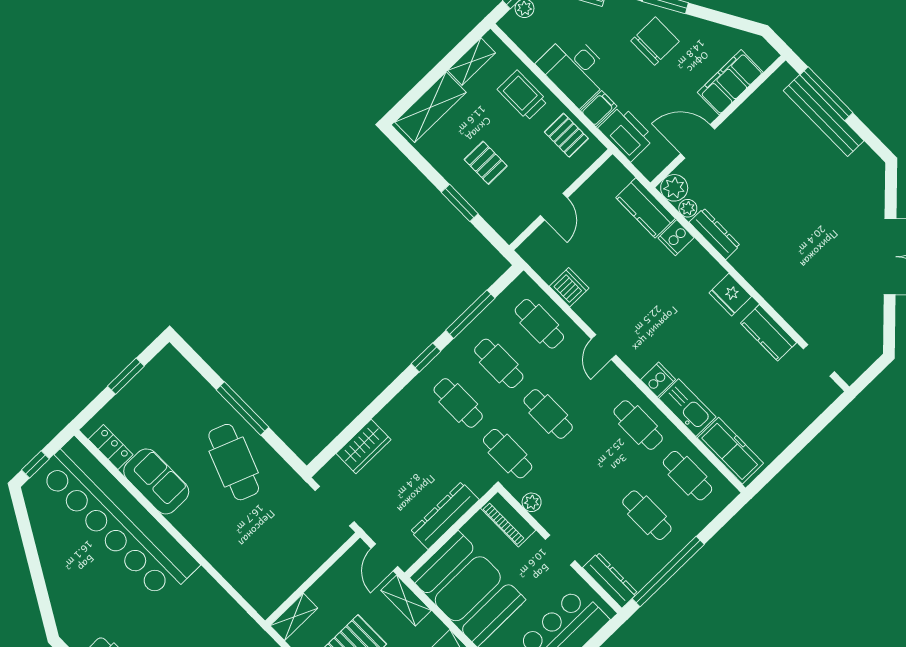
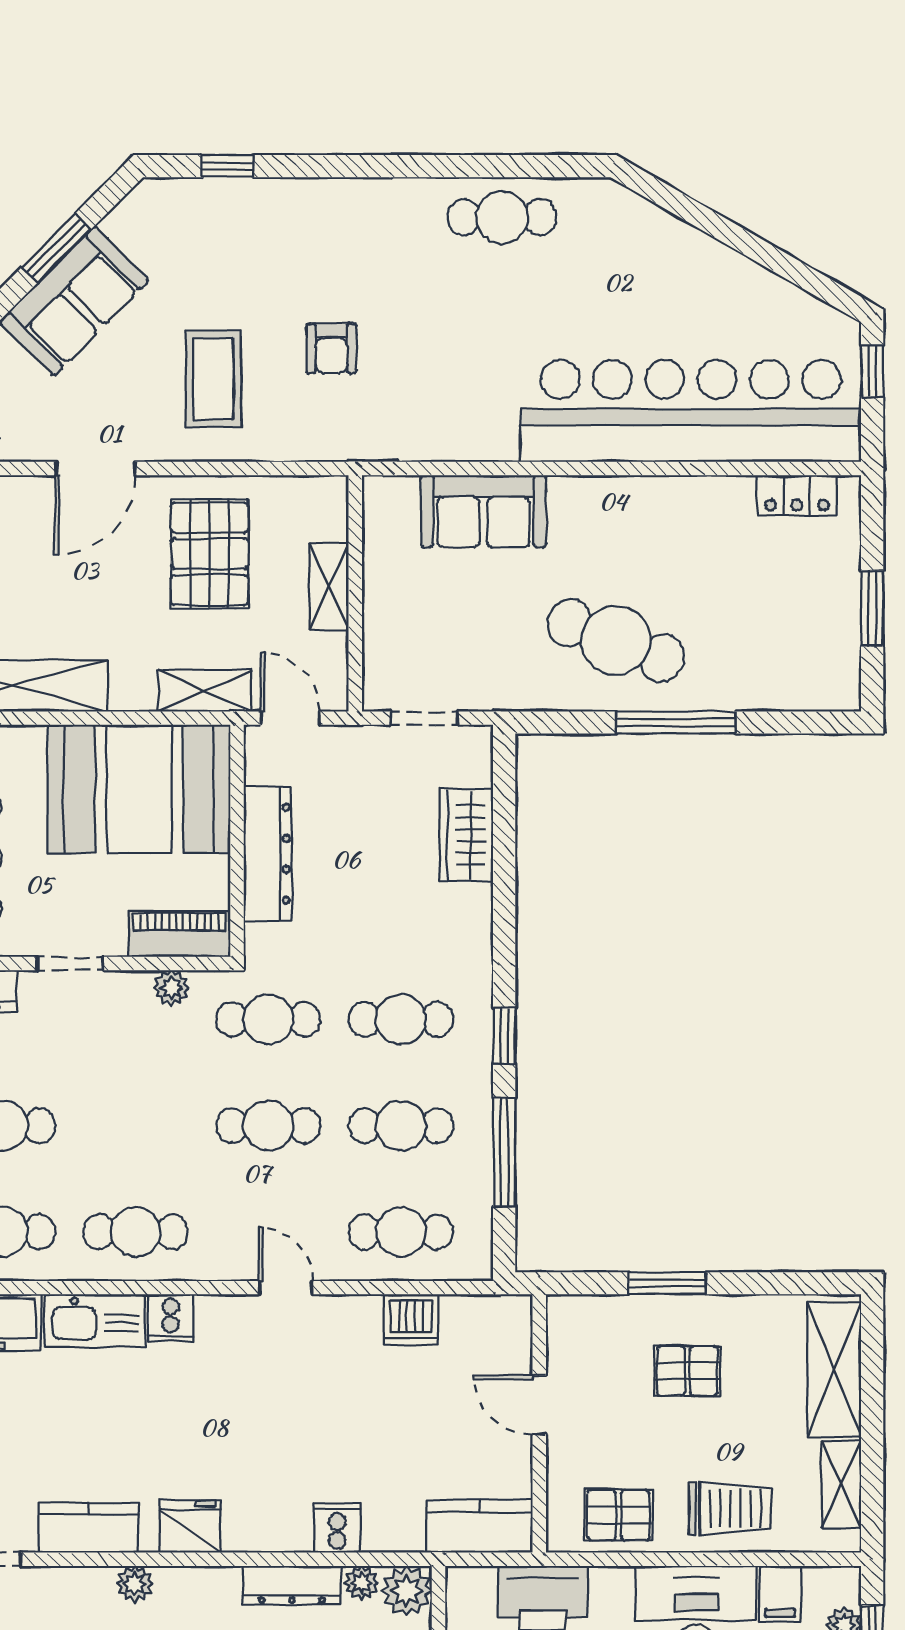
filing cabinet: (599, 109) -> (780, 1594), moved
kitchen counter: (645, 208) -> (480, 1526), moved
plant: (773, 294) -> (135, 1584), added
sofa: (156, 481) -> (483, 511), moved
doorway: (335, 506) -> (424, 718), width x0.73
shelving: (294, 617) -> (329, 587), moved

